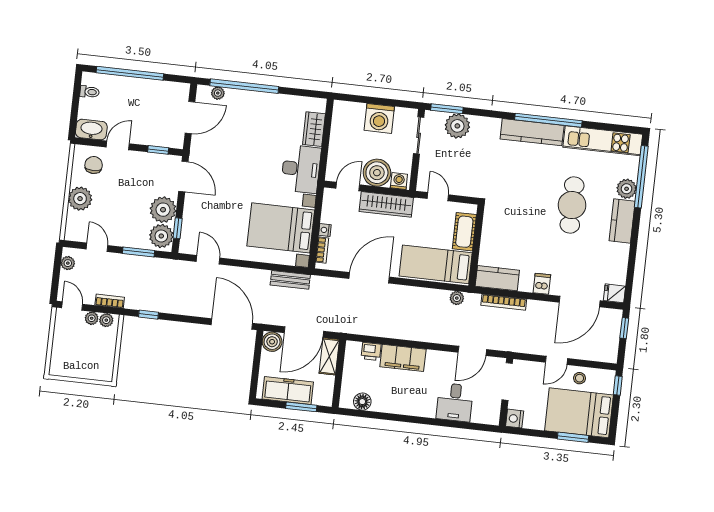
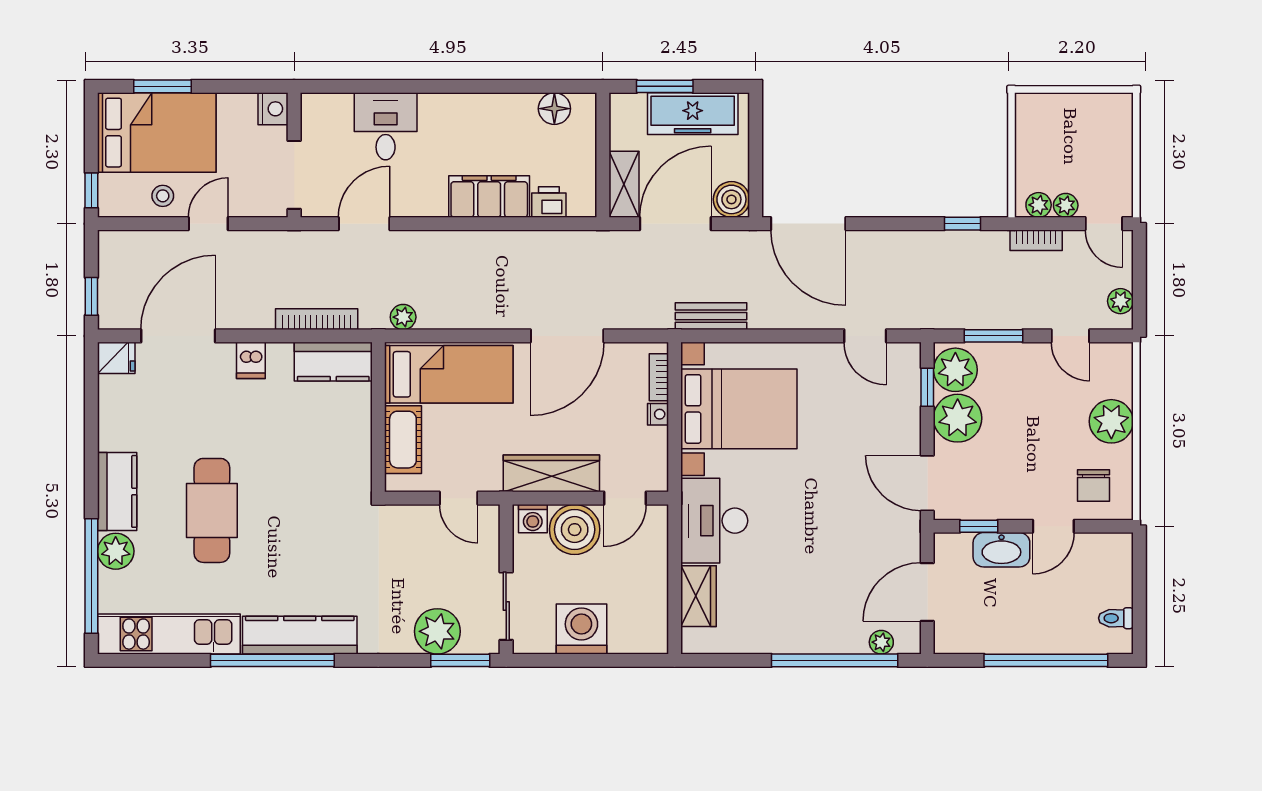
washbasin: (91, 130) -> (1001, 550), moved

